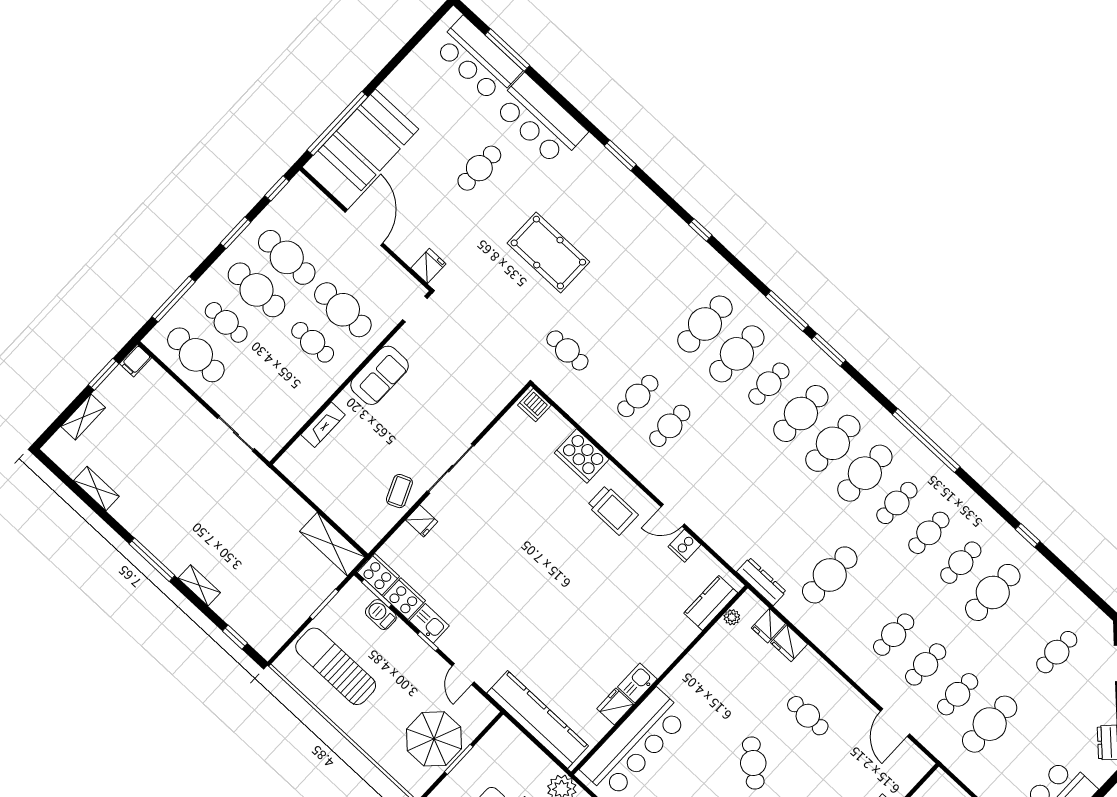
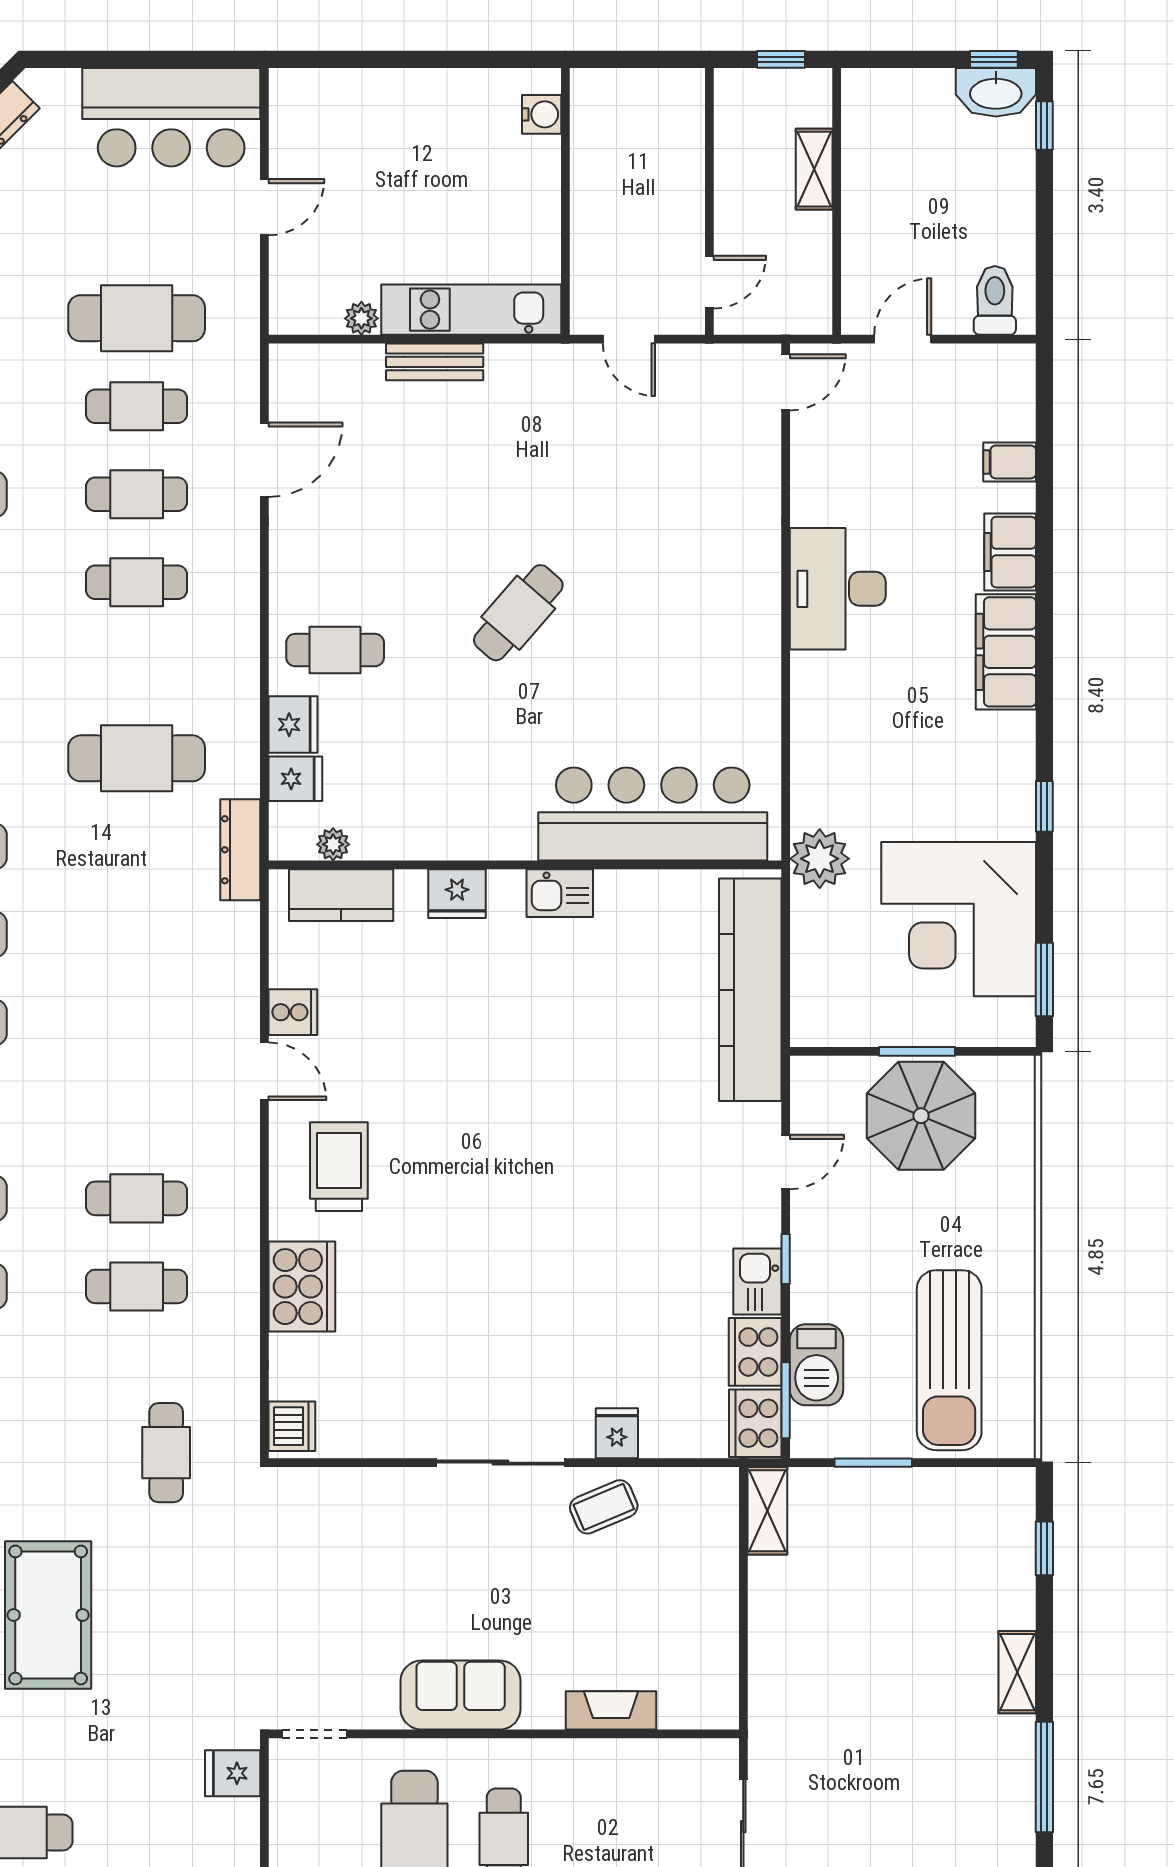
shelving: (332, 544) -> (767, 1511), width x0.67, depth x0.75
barbecue: (381, 615) -> (817, 1365), width x1.38, depth x1.27
fridge: (615, 707) -> (457, 894), moved
cafe table: (808, 716) -> (335, 650), moved, turned 90

